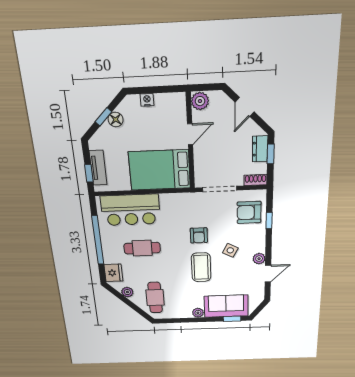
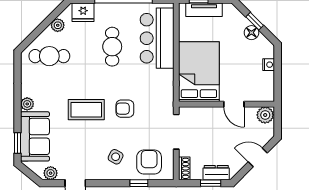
side table: (230, 250) -> (116, 157), moved
plant: (259, 259) -> (51, 173), moved

